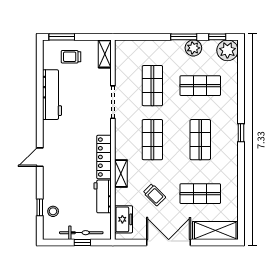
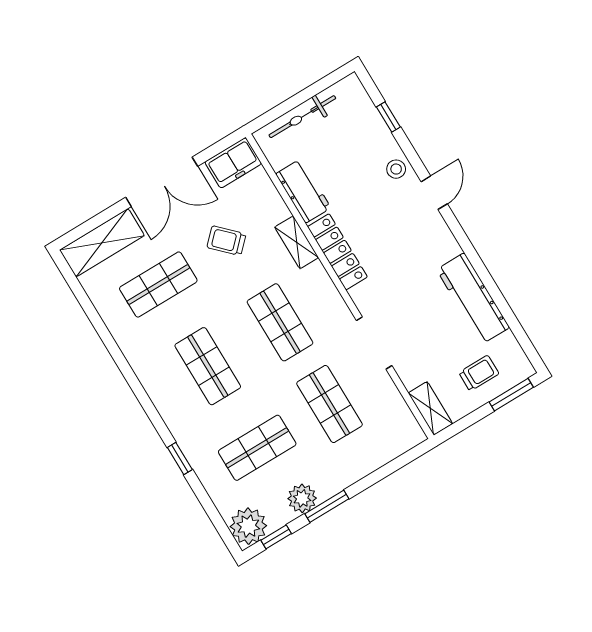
window: (241, 133) -> (180, 459), moved
stool: (53, 211) -> (396, 169), moved
freezer: (124, 219) -> (233, 163), moved, turned -90
window: (82, 242) -> (292, 103), removed

